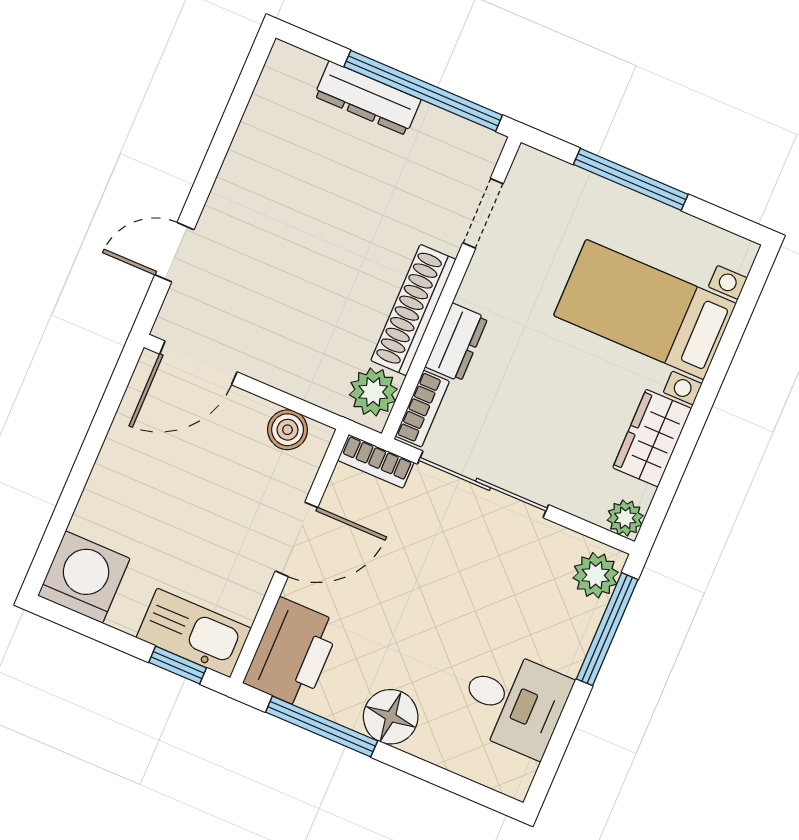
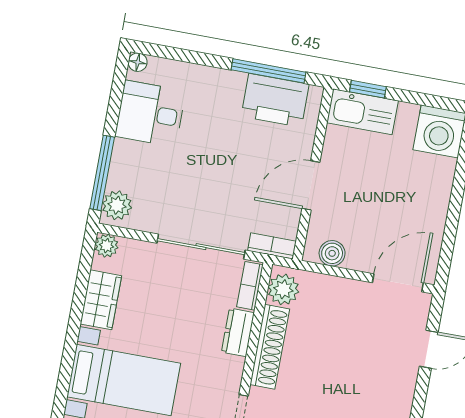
printer: (292, 653) -> (275, 100), moved, turned -90
floor lamp: (391, 717) -> (138, 62), moved, width x0.53, depth x0.53

